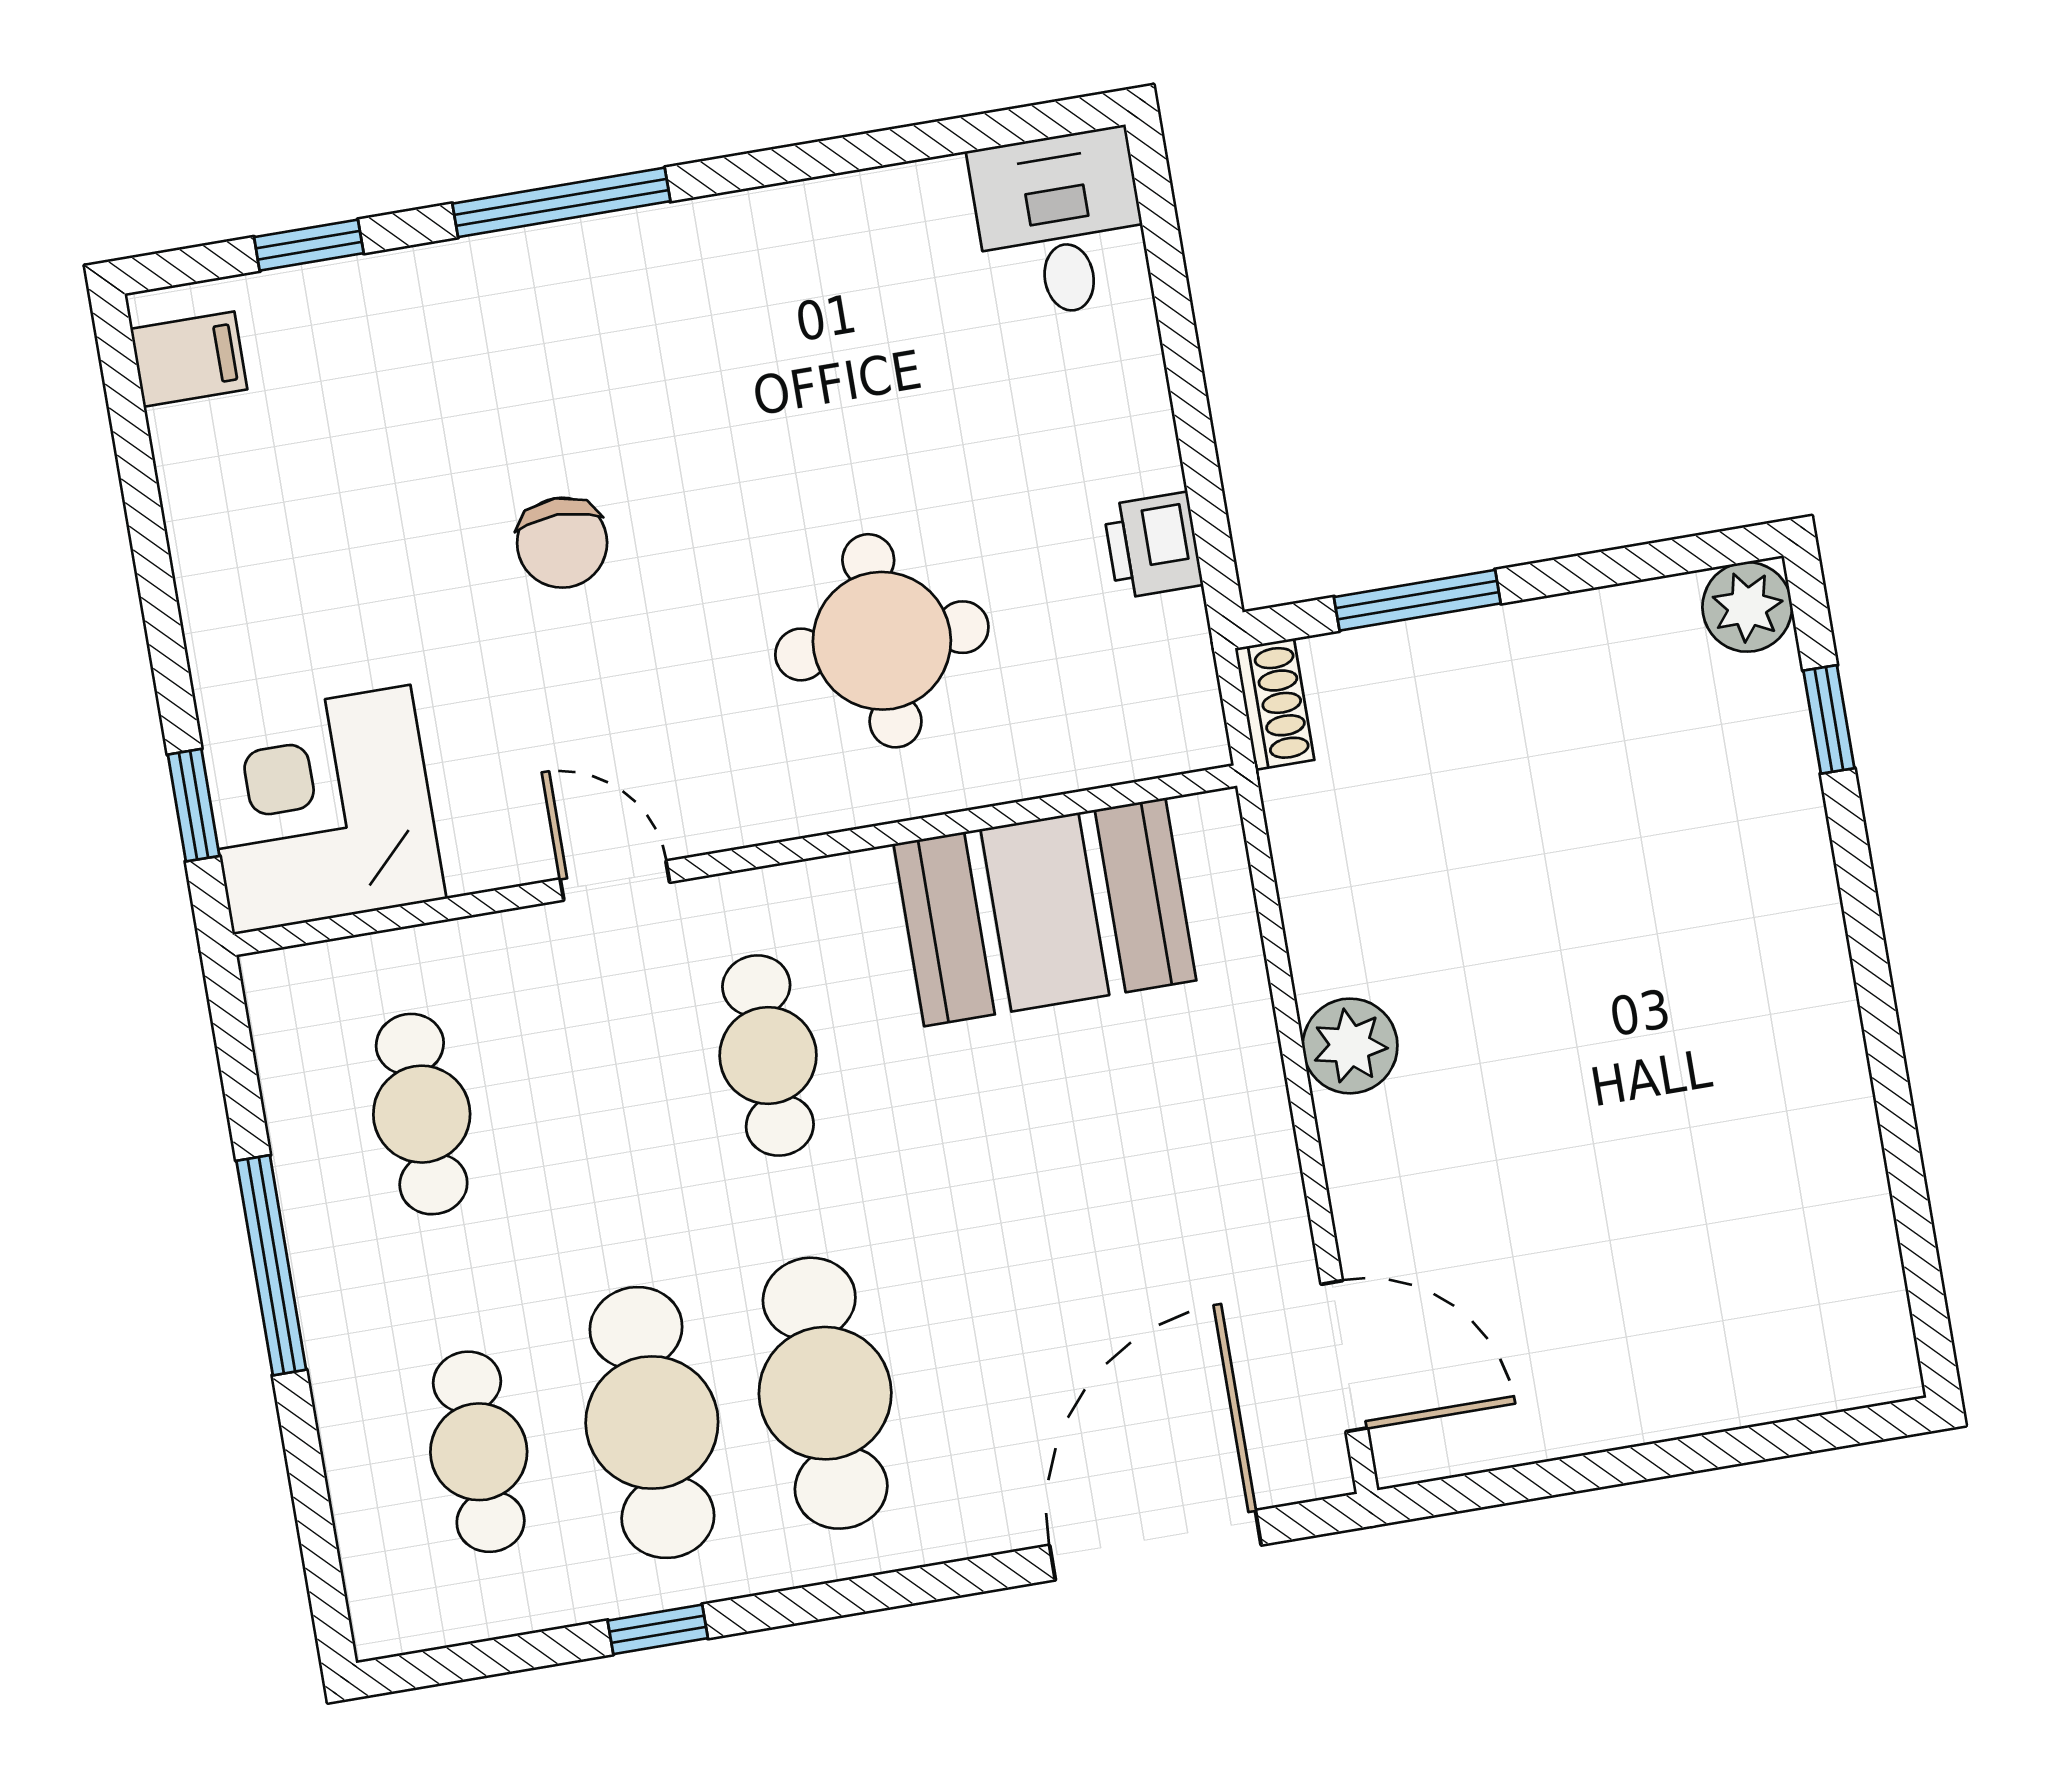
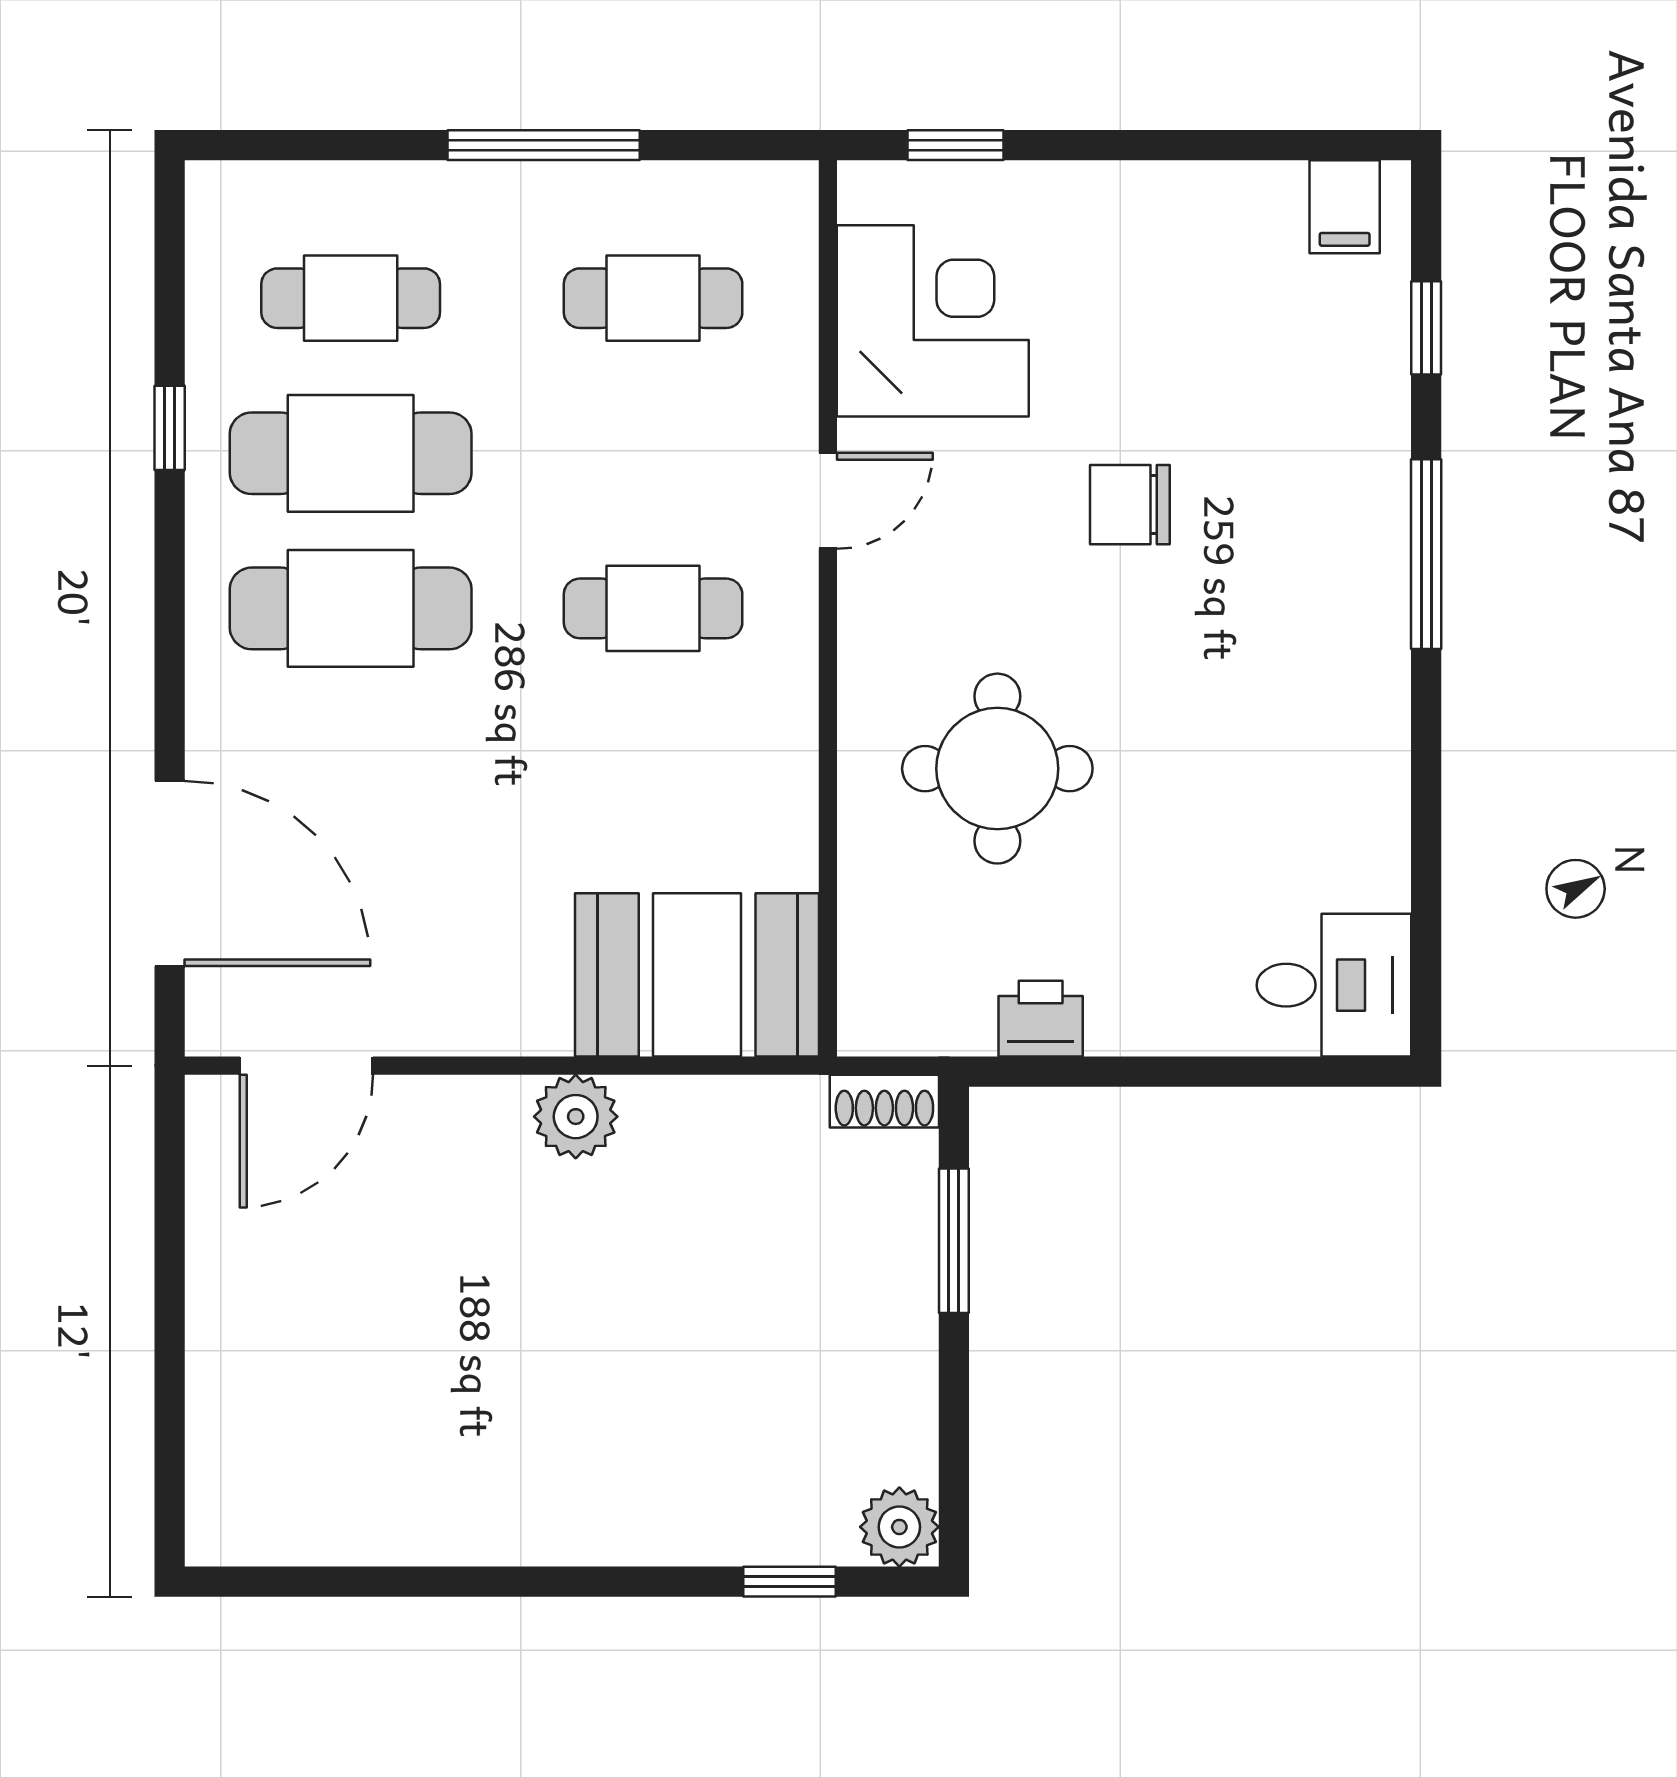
corner desk: (322, 810) -> (933, 321), moved
booth: (1045, 912) -> (697, 975), moved, turned 90

